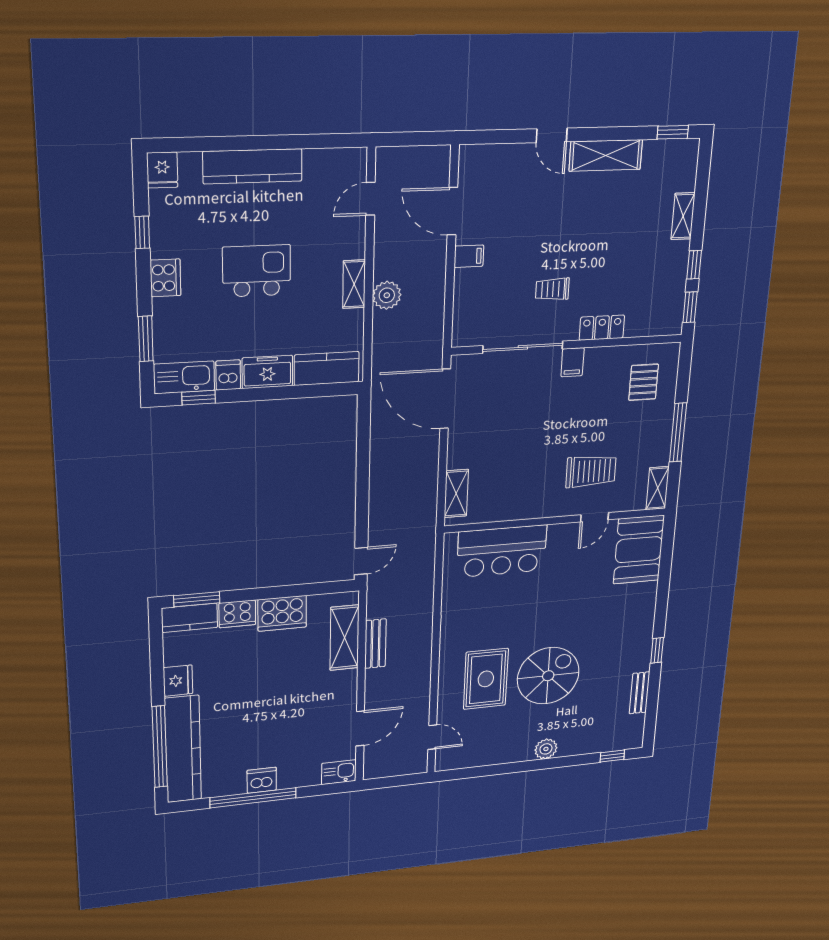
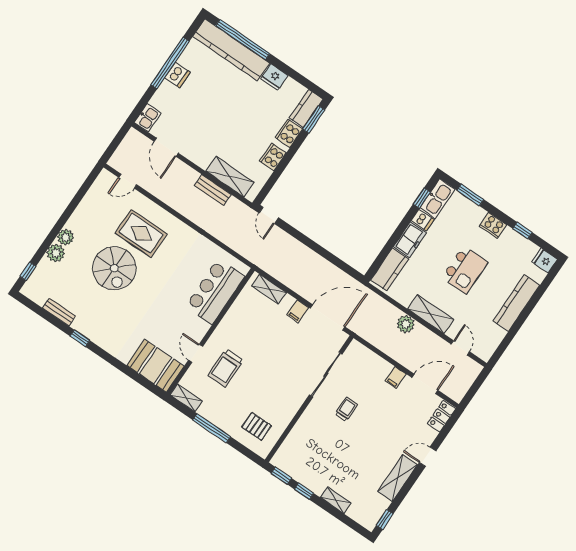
shelving: (354, 284) -> (431, 314), width x1.50, depth x1.33
locker: (602, 328) -> (441, 416), moved, turned 180
filing cabinet: (573, 362) -> (298, 311), moved, turned -90
cooker: (282, 613) -> (273, 157), width x0.73, depth x0.76
plant: (571, 745) -> (56, 253), added

